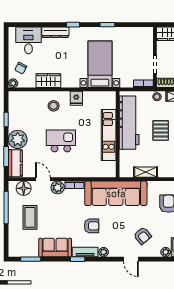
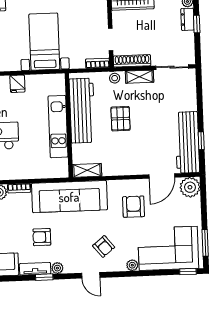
shelving: (146, 172) -> (87, 170), moved
armchair: (92, 226) -> (42, 237), turned 180
window: (78, 259) -> (44, 277), moved

